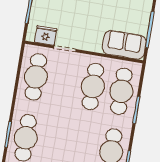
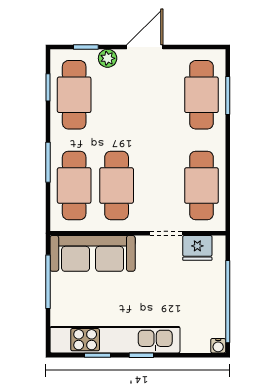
sofa: (124, 45) -> (93, 253), width x1.36

